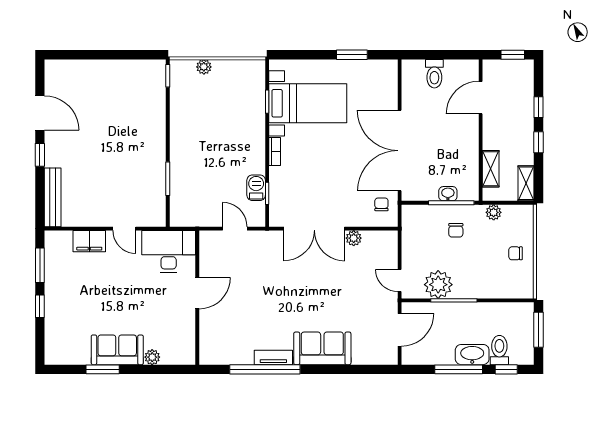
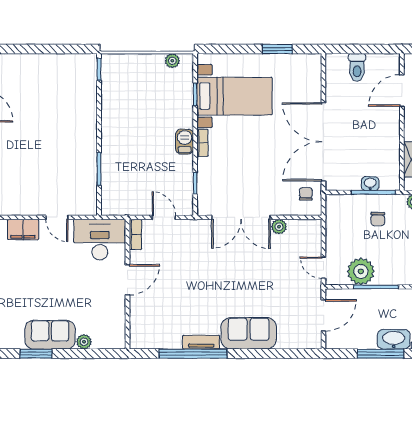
plant: (204, 67) -> (172, 61), moved
barbecue: (256, 188) -> (185, 142), moved
bookcase: (205, 246) -> (135, 234), added

